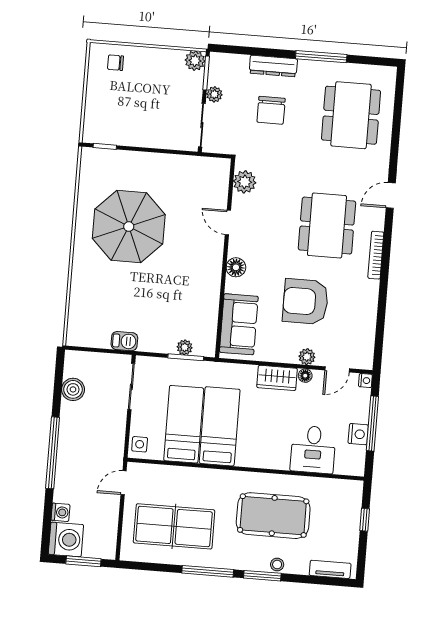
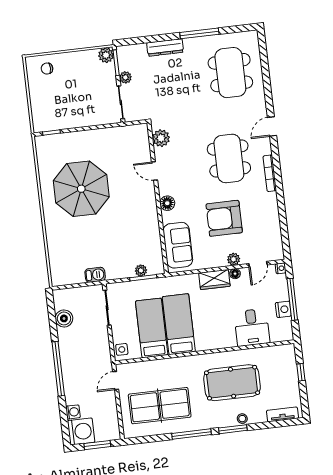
chair: (271, 110) -> (170, 81), removed

